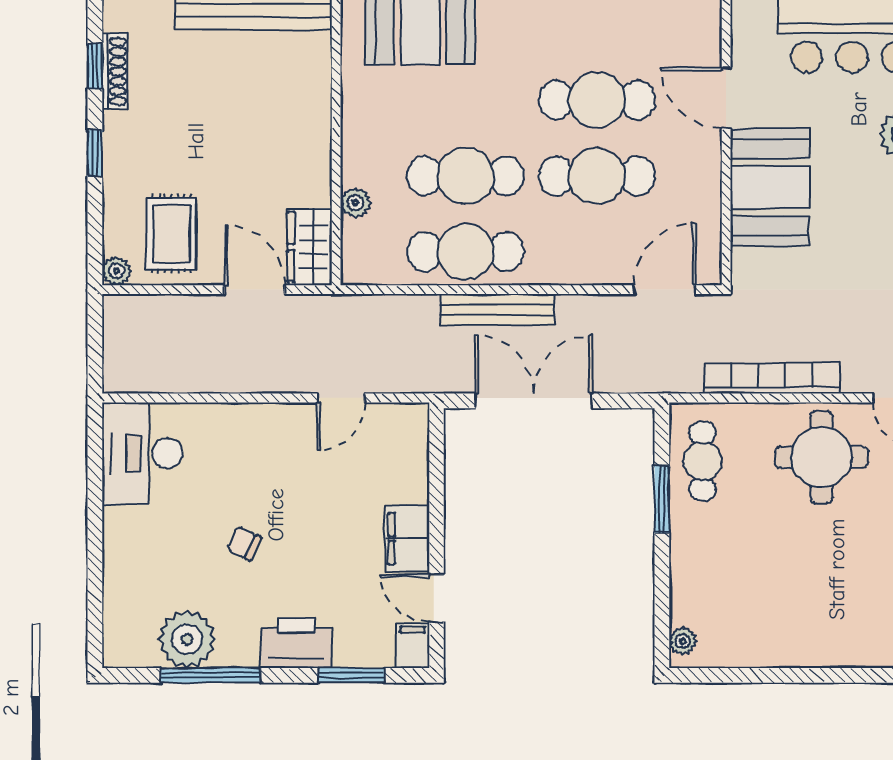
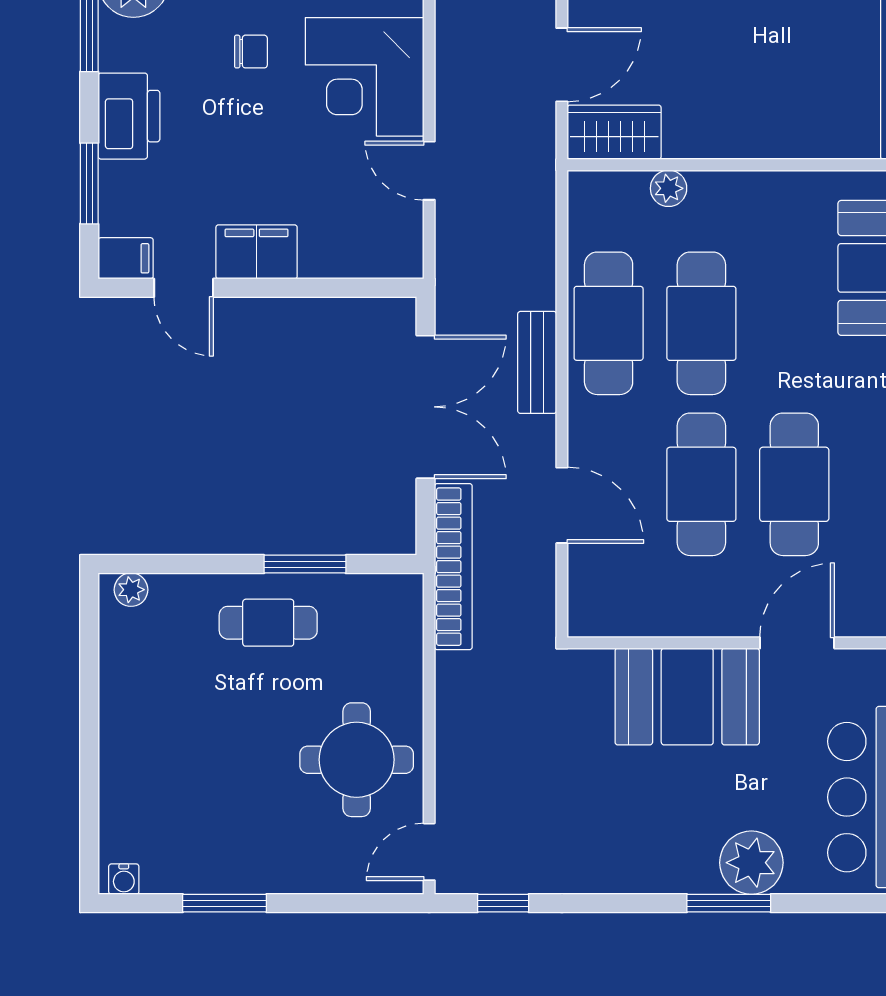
door: (665, 290) -> (562, 505), moved
bench: (497, 310) -> (537, 362), width x0.73
bookcase: (772, 378) -> (453, 567), moved
corner desk: (264, 451) -> (365, 77), added
cafe table: (702, 461) -> (268, 623), moved
chair: (244, 543) -> (251, 52), turned 65
door: (437, 598) -> (184, 288), swing flipped

